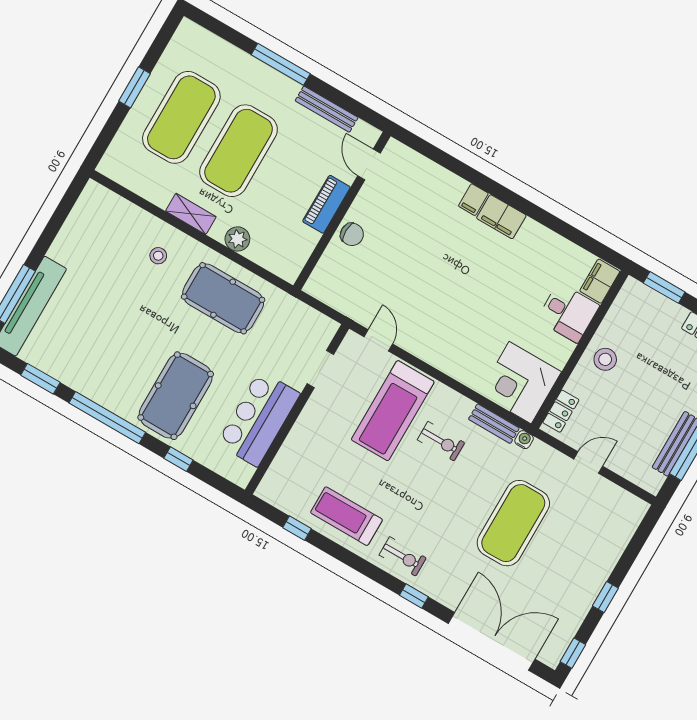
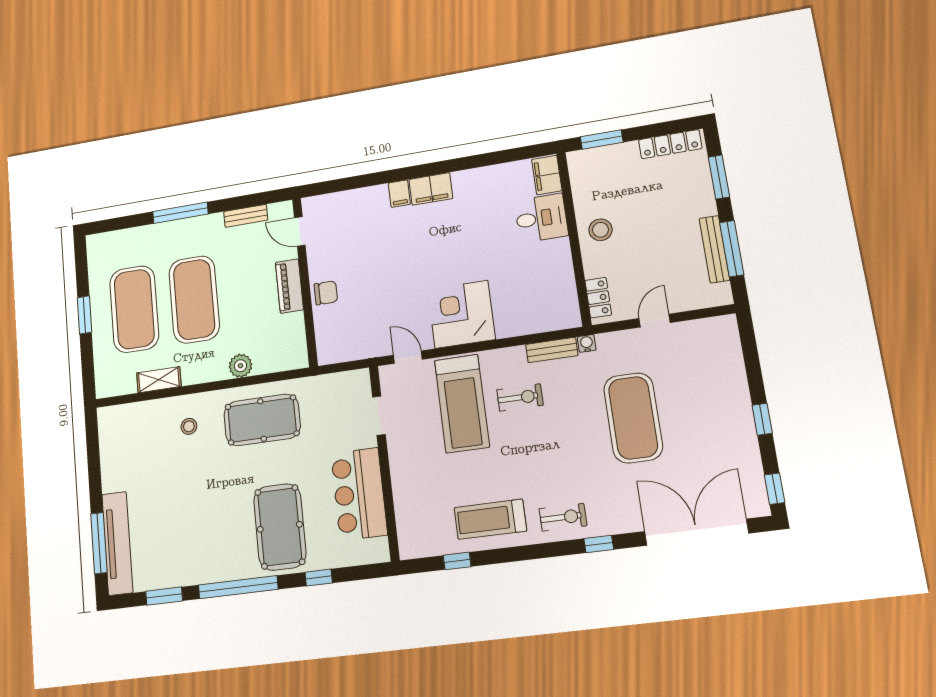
bench: (327, 109) -> (246, 216), width x0.73
shelving: (191, 214) -> (159, 380), moved
corner desk: (520, 383) -> (461, 314), moved, turned 90

